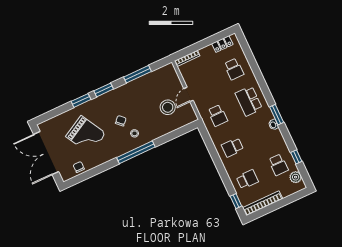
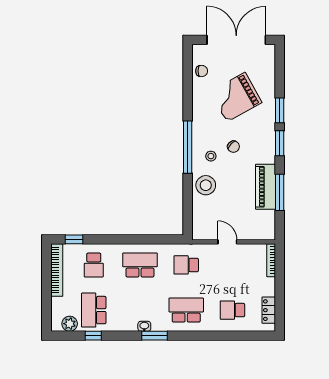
piano: (138, 86) -> (266, 187), added
stool: (168, 107) -> (206, 185), moved
school desk: (232, 147) -> (140, 265), width x1.85
school desk: (278, 165) -> (94, 310), width x1.85

